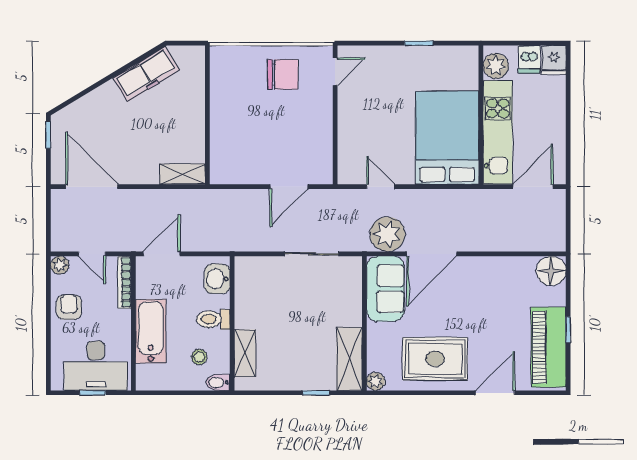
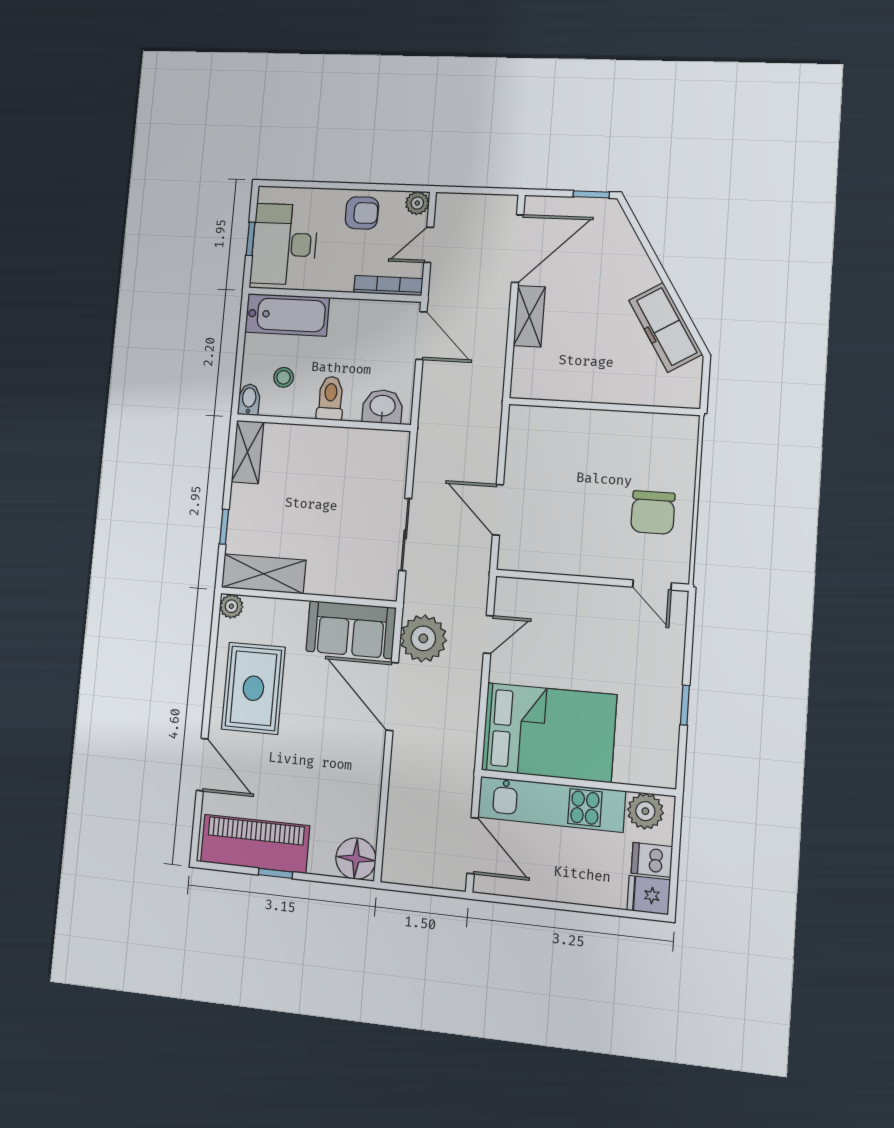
shelving: (182, 174) -> (529, 316), moved
bathtub: (151, 331) -> (287, 315), moved
shelving: (245, 353) -> (247, 452), moved, turned 90

